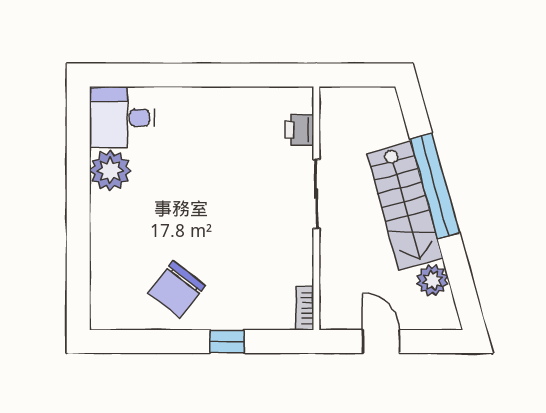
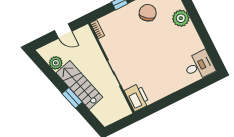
printer: (299, 130) -> (137, 97), width x1.87, depth x1.48
plant: (110, 171) -> (181, 18), moved
window: (435, 186) -> (72, 98), width x0.47

